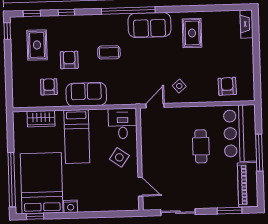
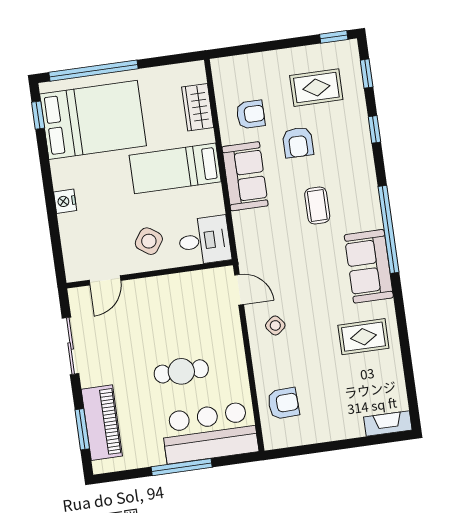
armchair: (69, 60) -> (298, 142), turned 90
piano: (248, 185) -> (102, 423), moved, turned 90
nightstand: (71, 206) -> (65, 201), moved

